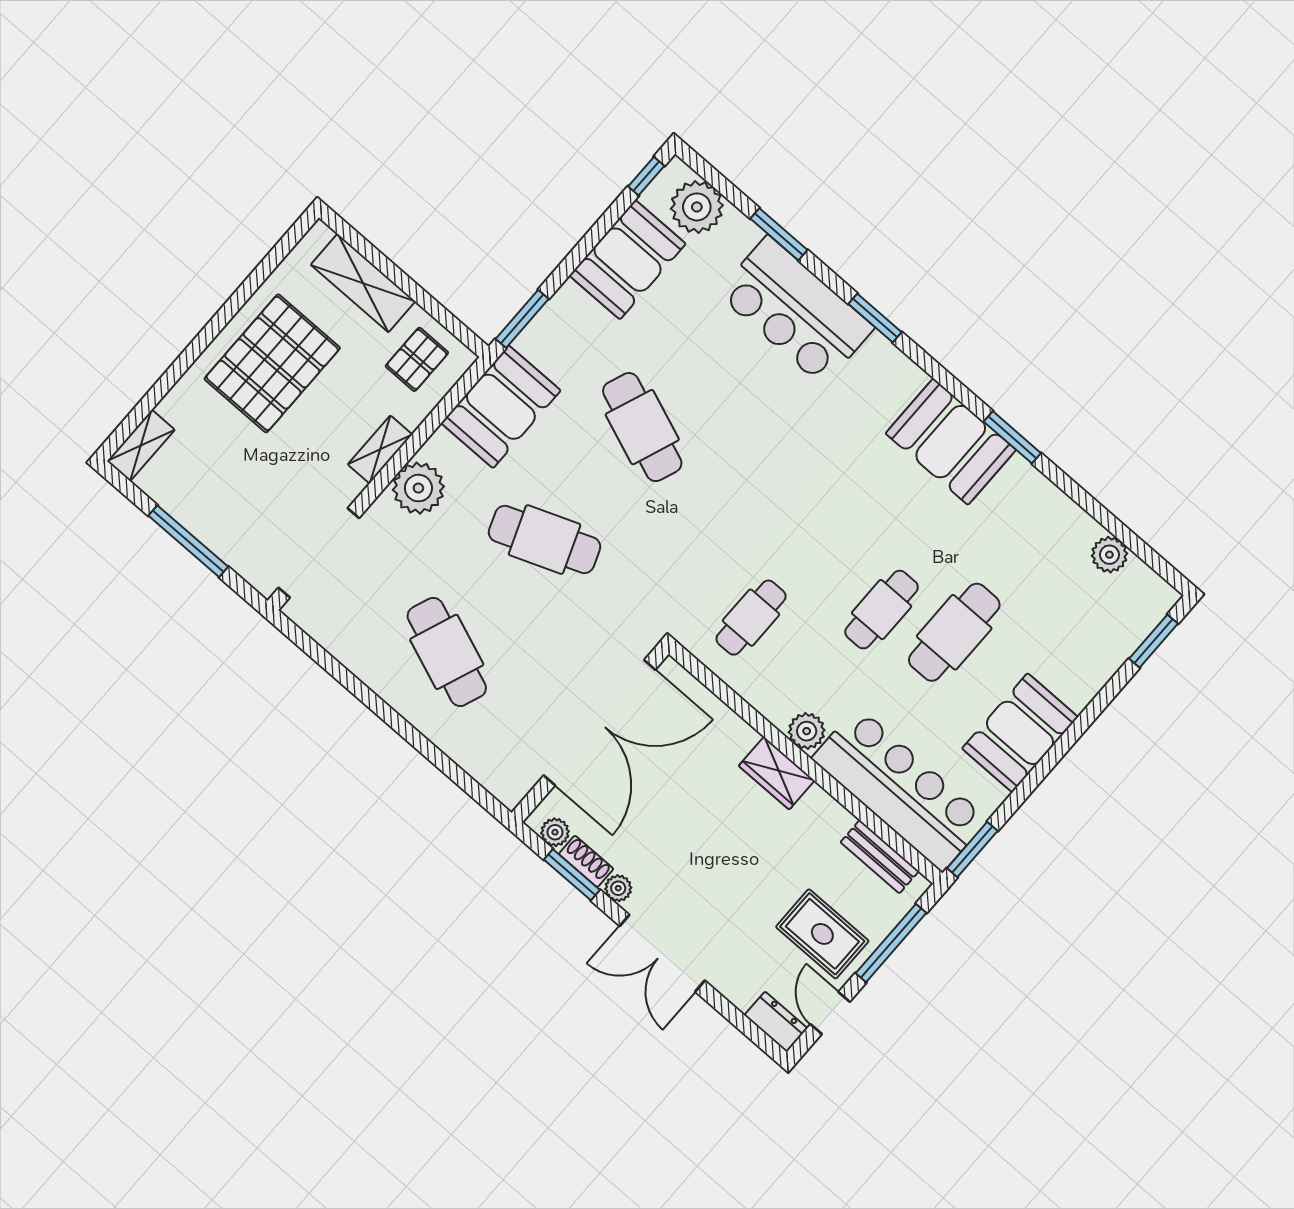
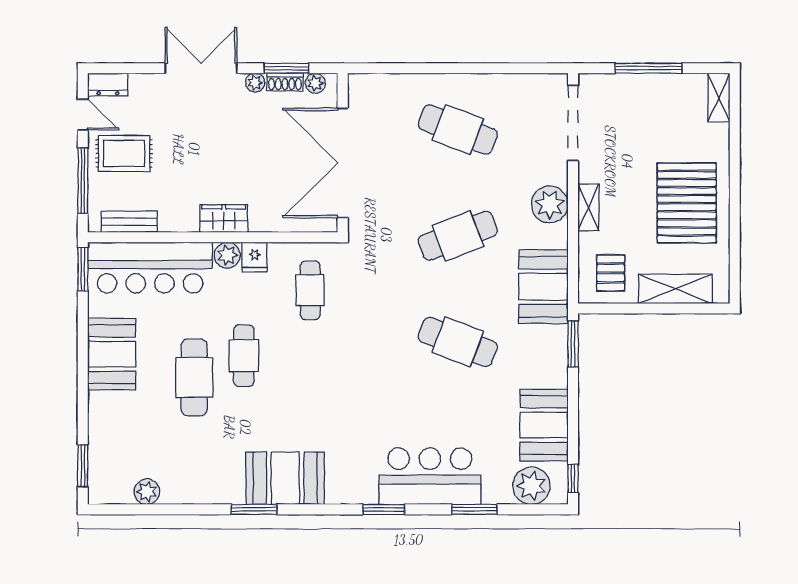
fridge: (779, 704) -> (255, 257), added

